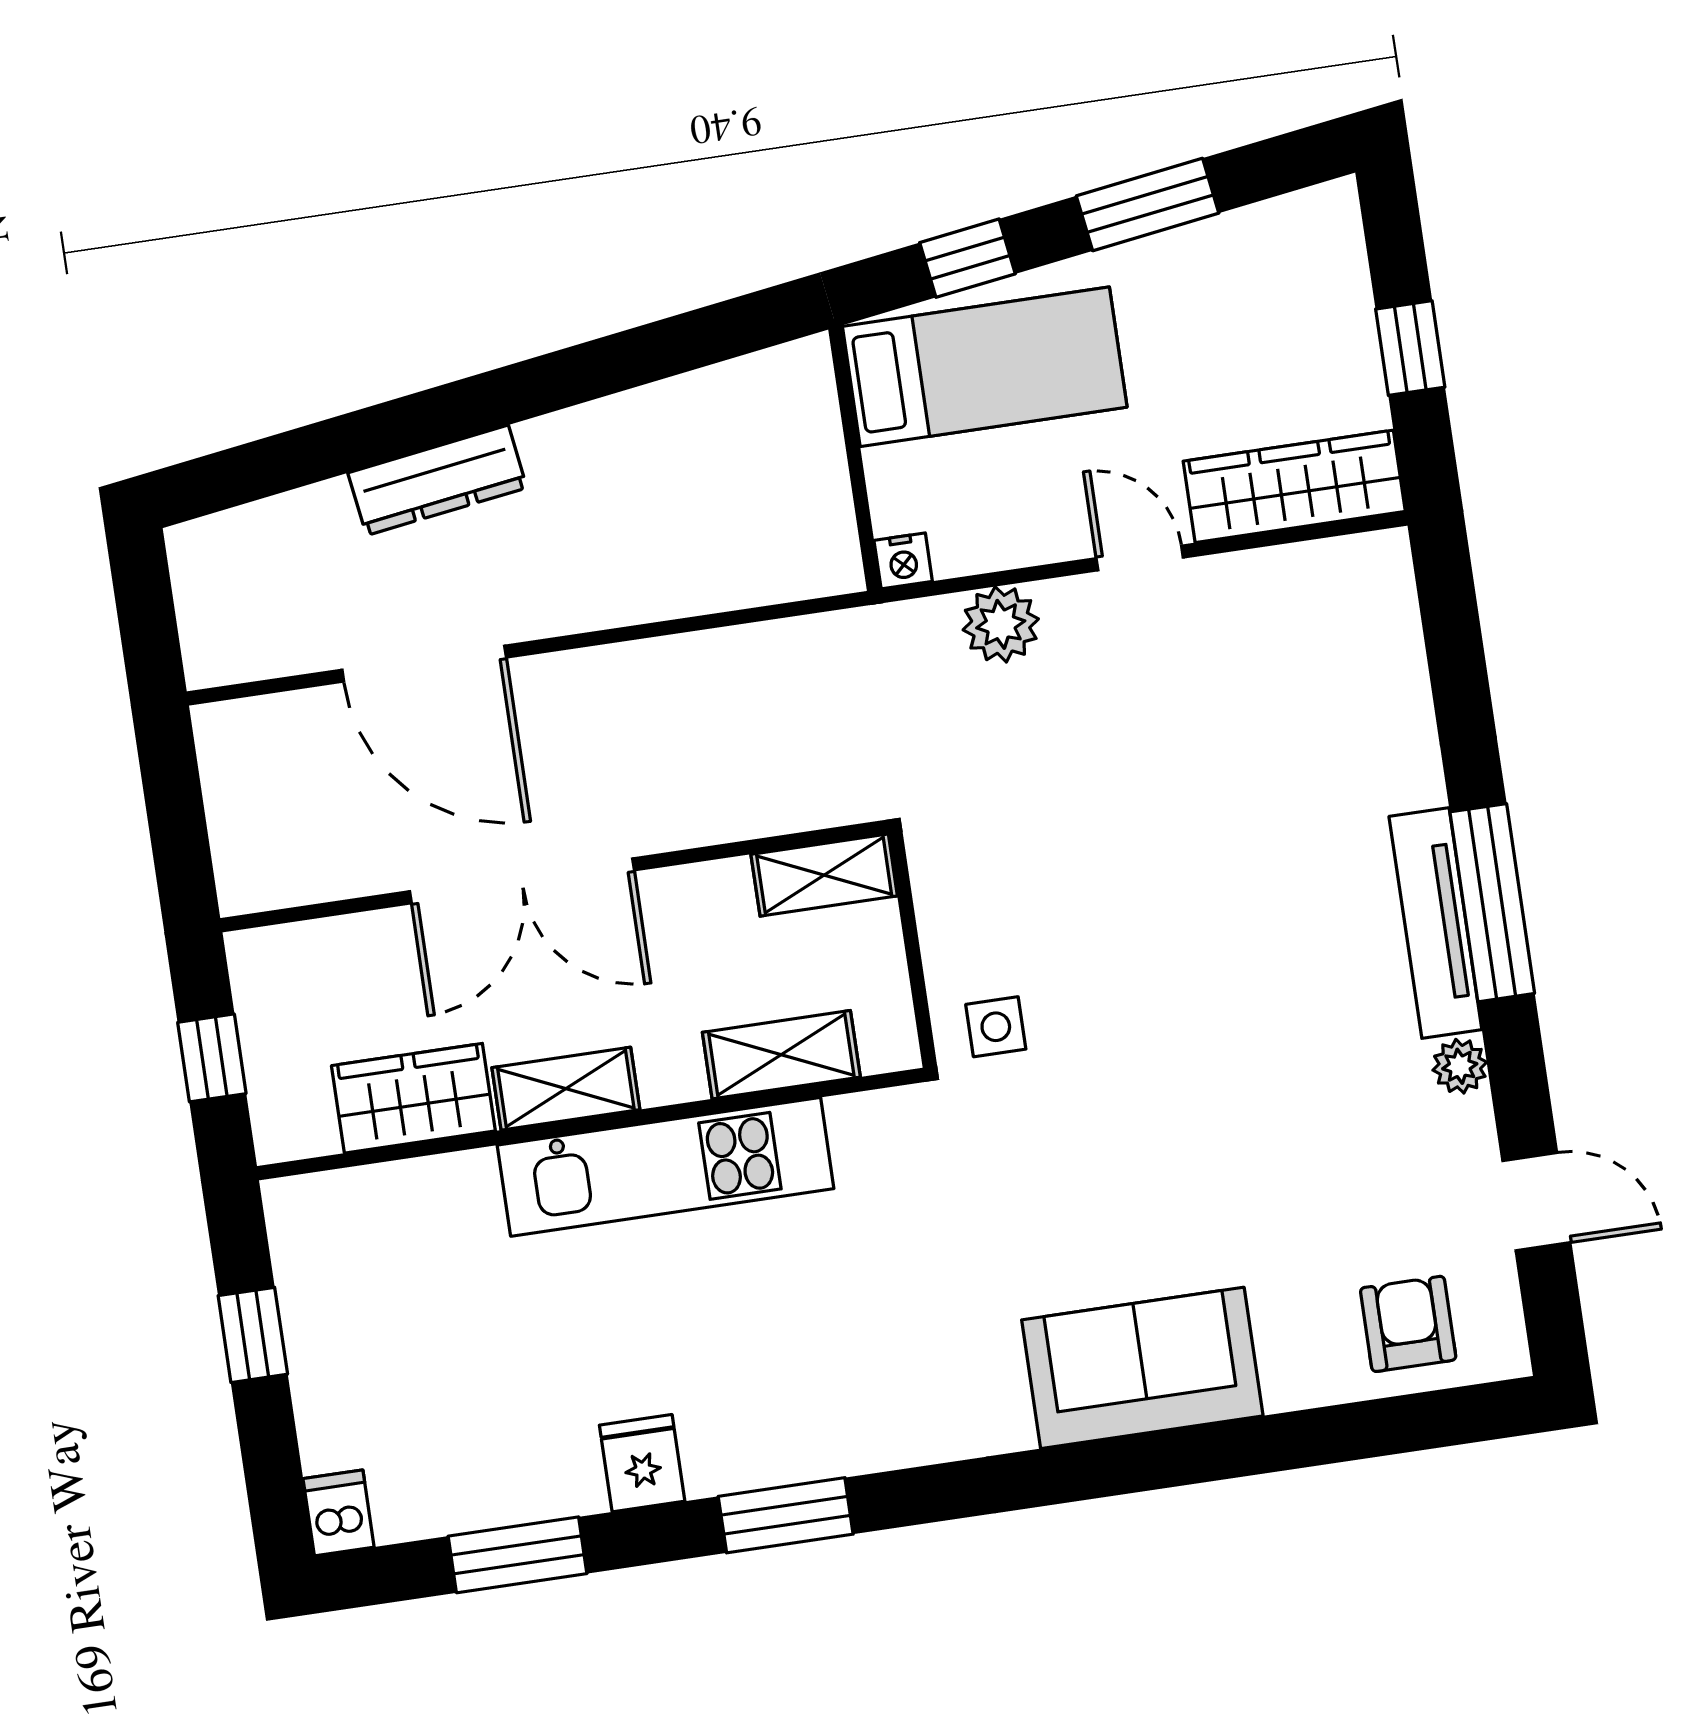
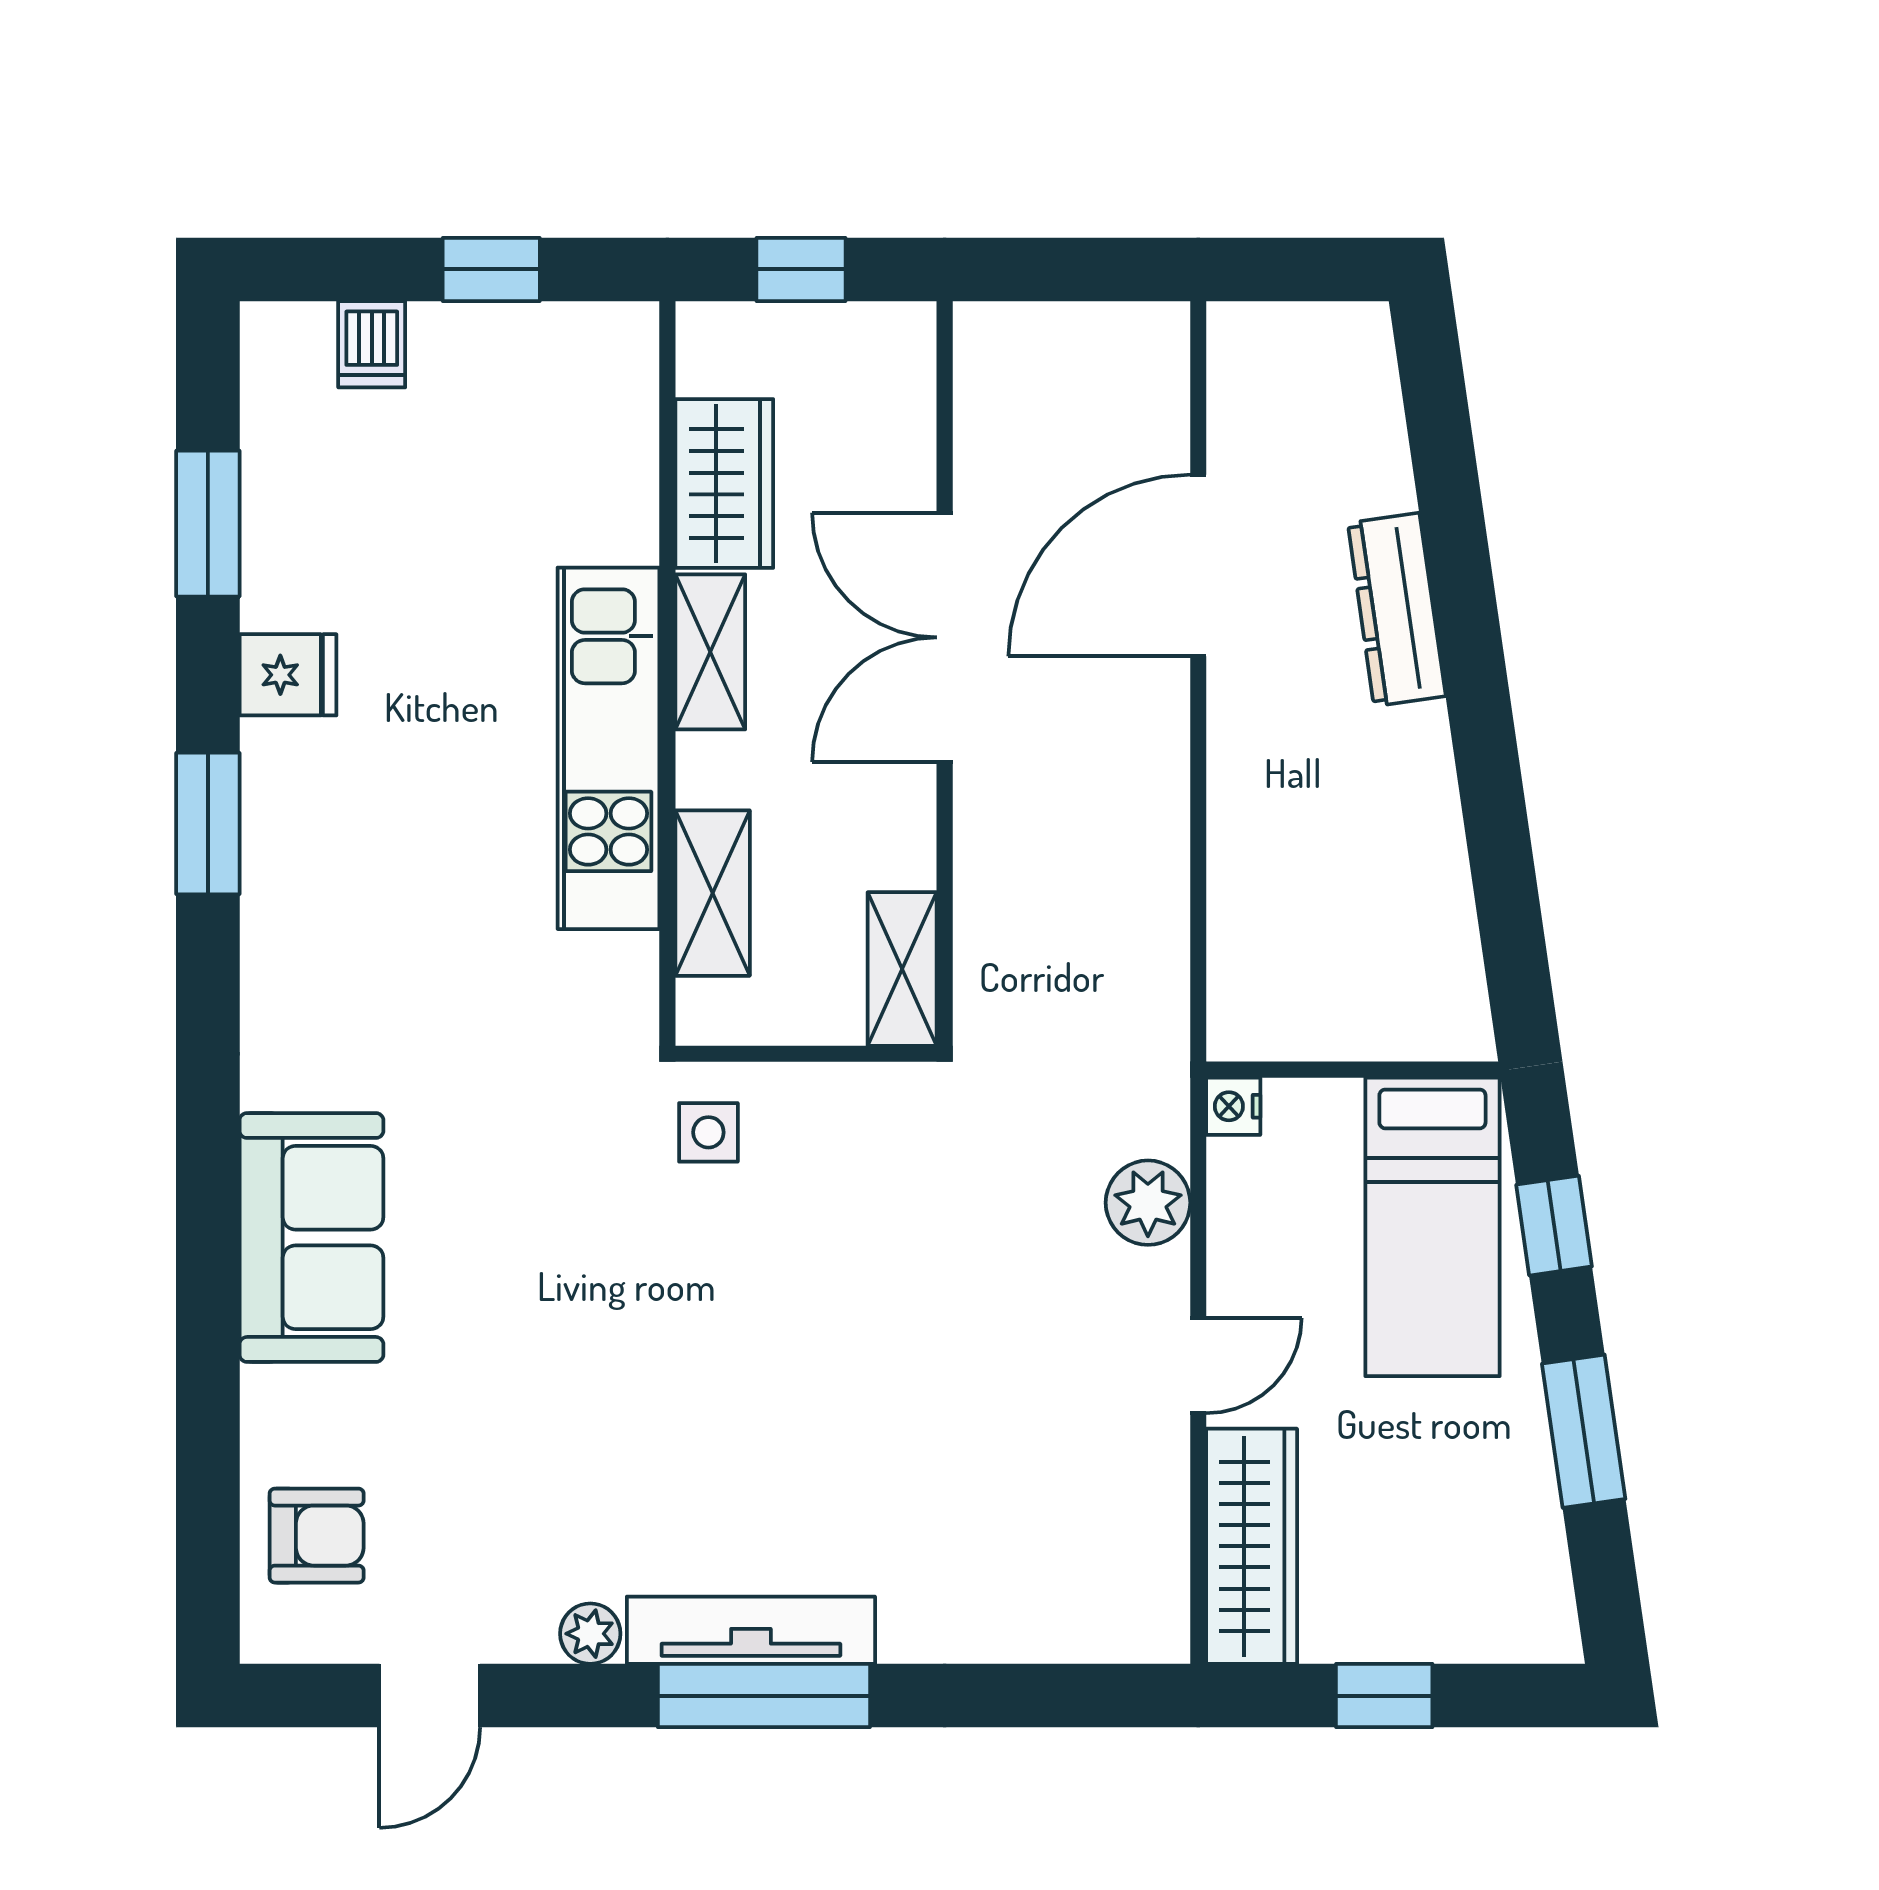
dishwasher: (339, 1513) -> (372, 344), moved, turned 90

